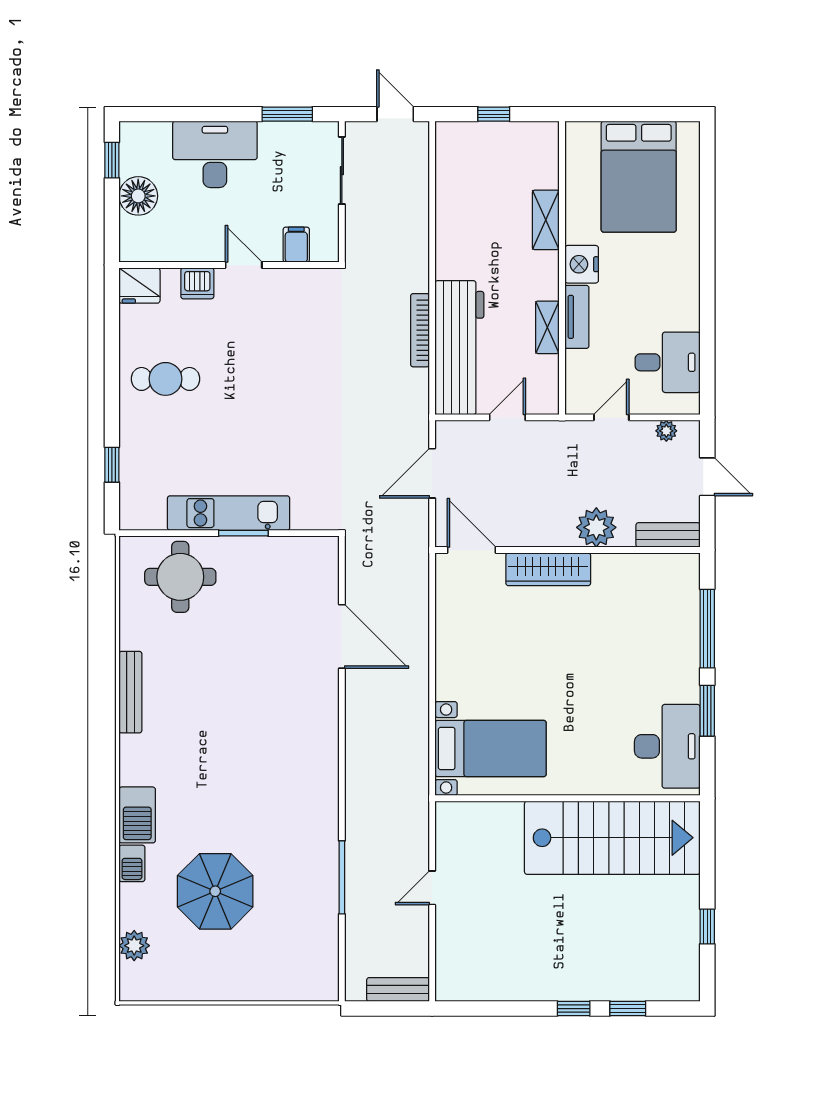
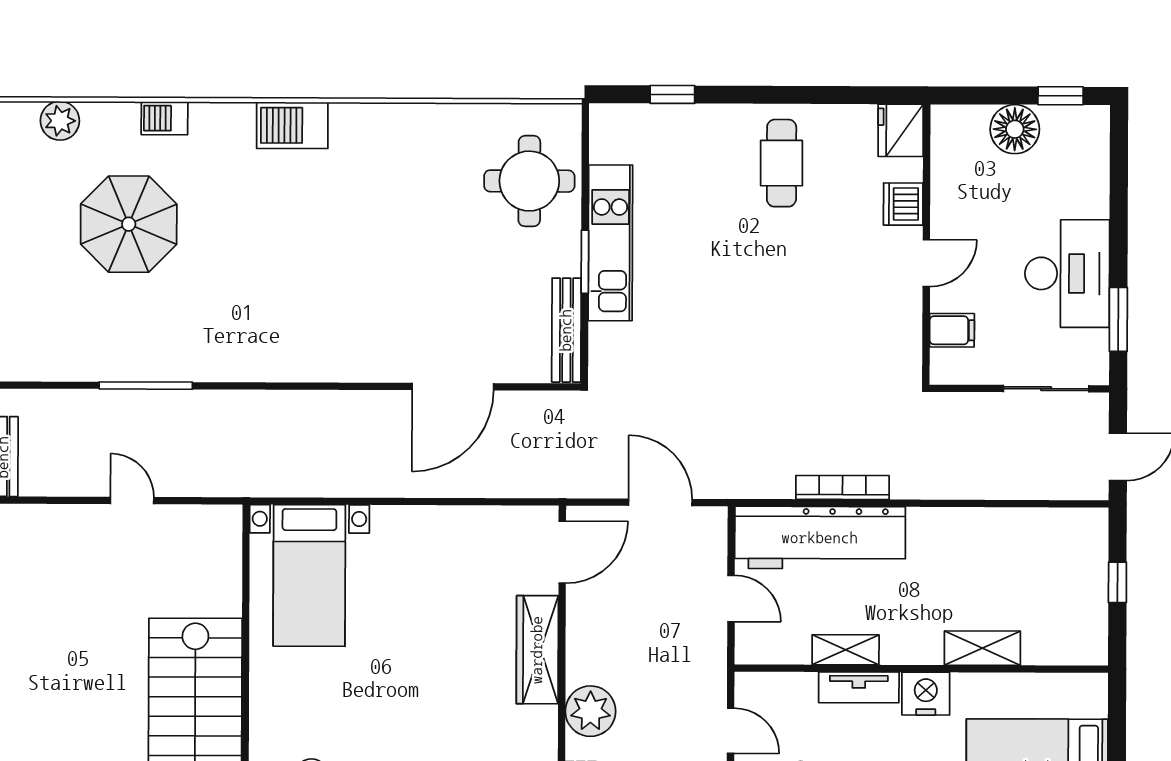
desk: (215, 154) -> (1067, 274), moved
bench: (130, 692) -> (566, 330), moved, turned 90
barbecue: (137, 815) -> (292, 125), moved

